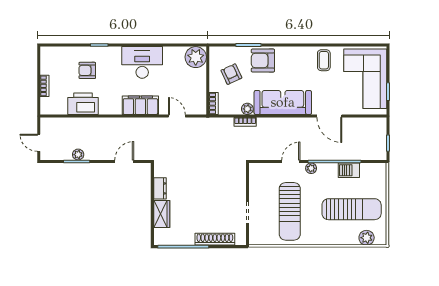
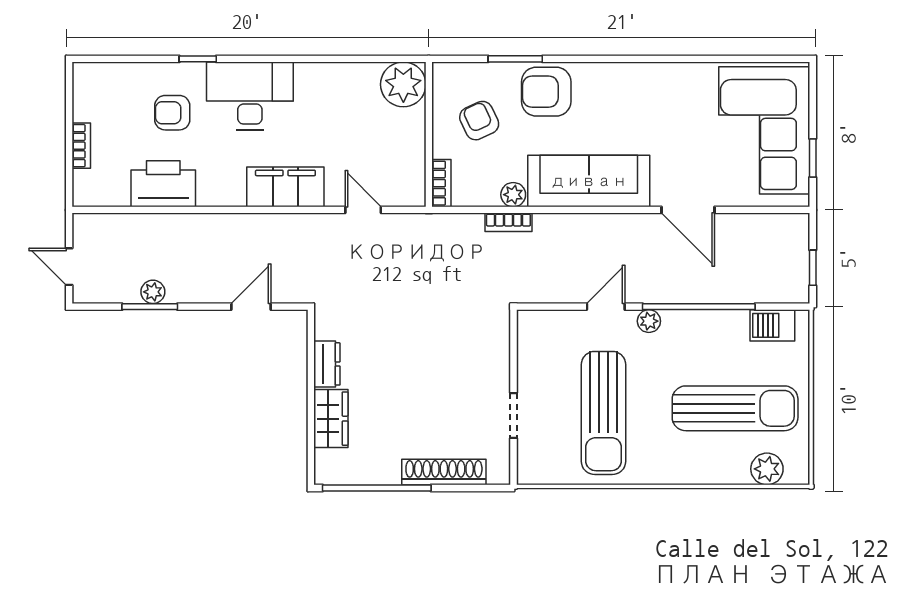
coffee table: (324, 60) -> (676, 91), removed
desk: (142, 62) -> (250, 96), moved
barbecue: (349, 170) -> (772, 325), moved

